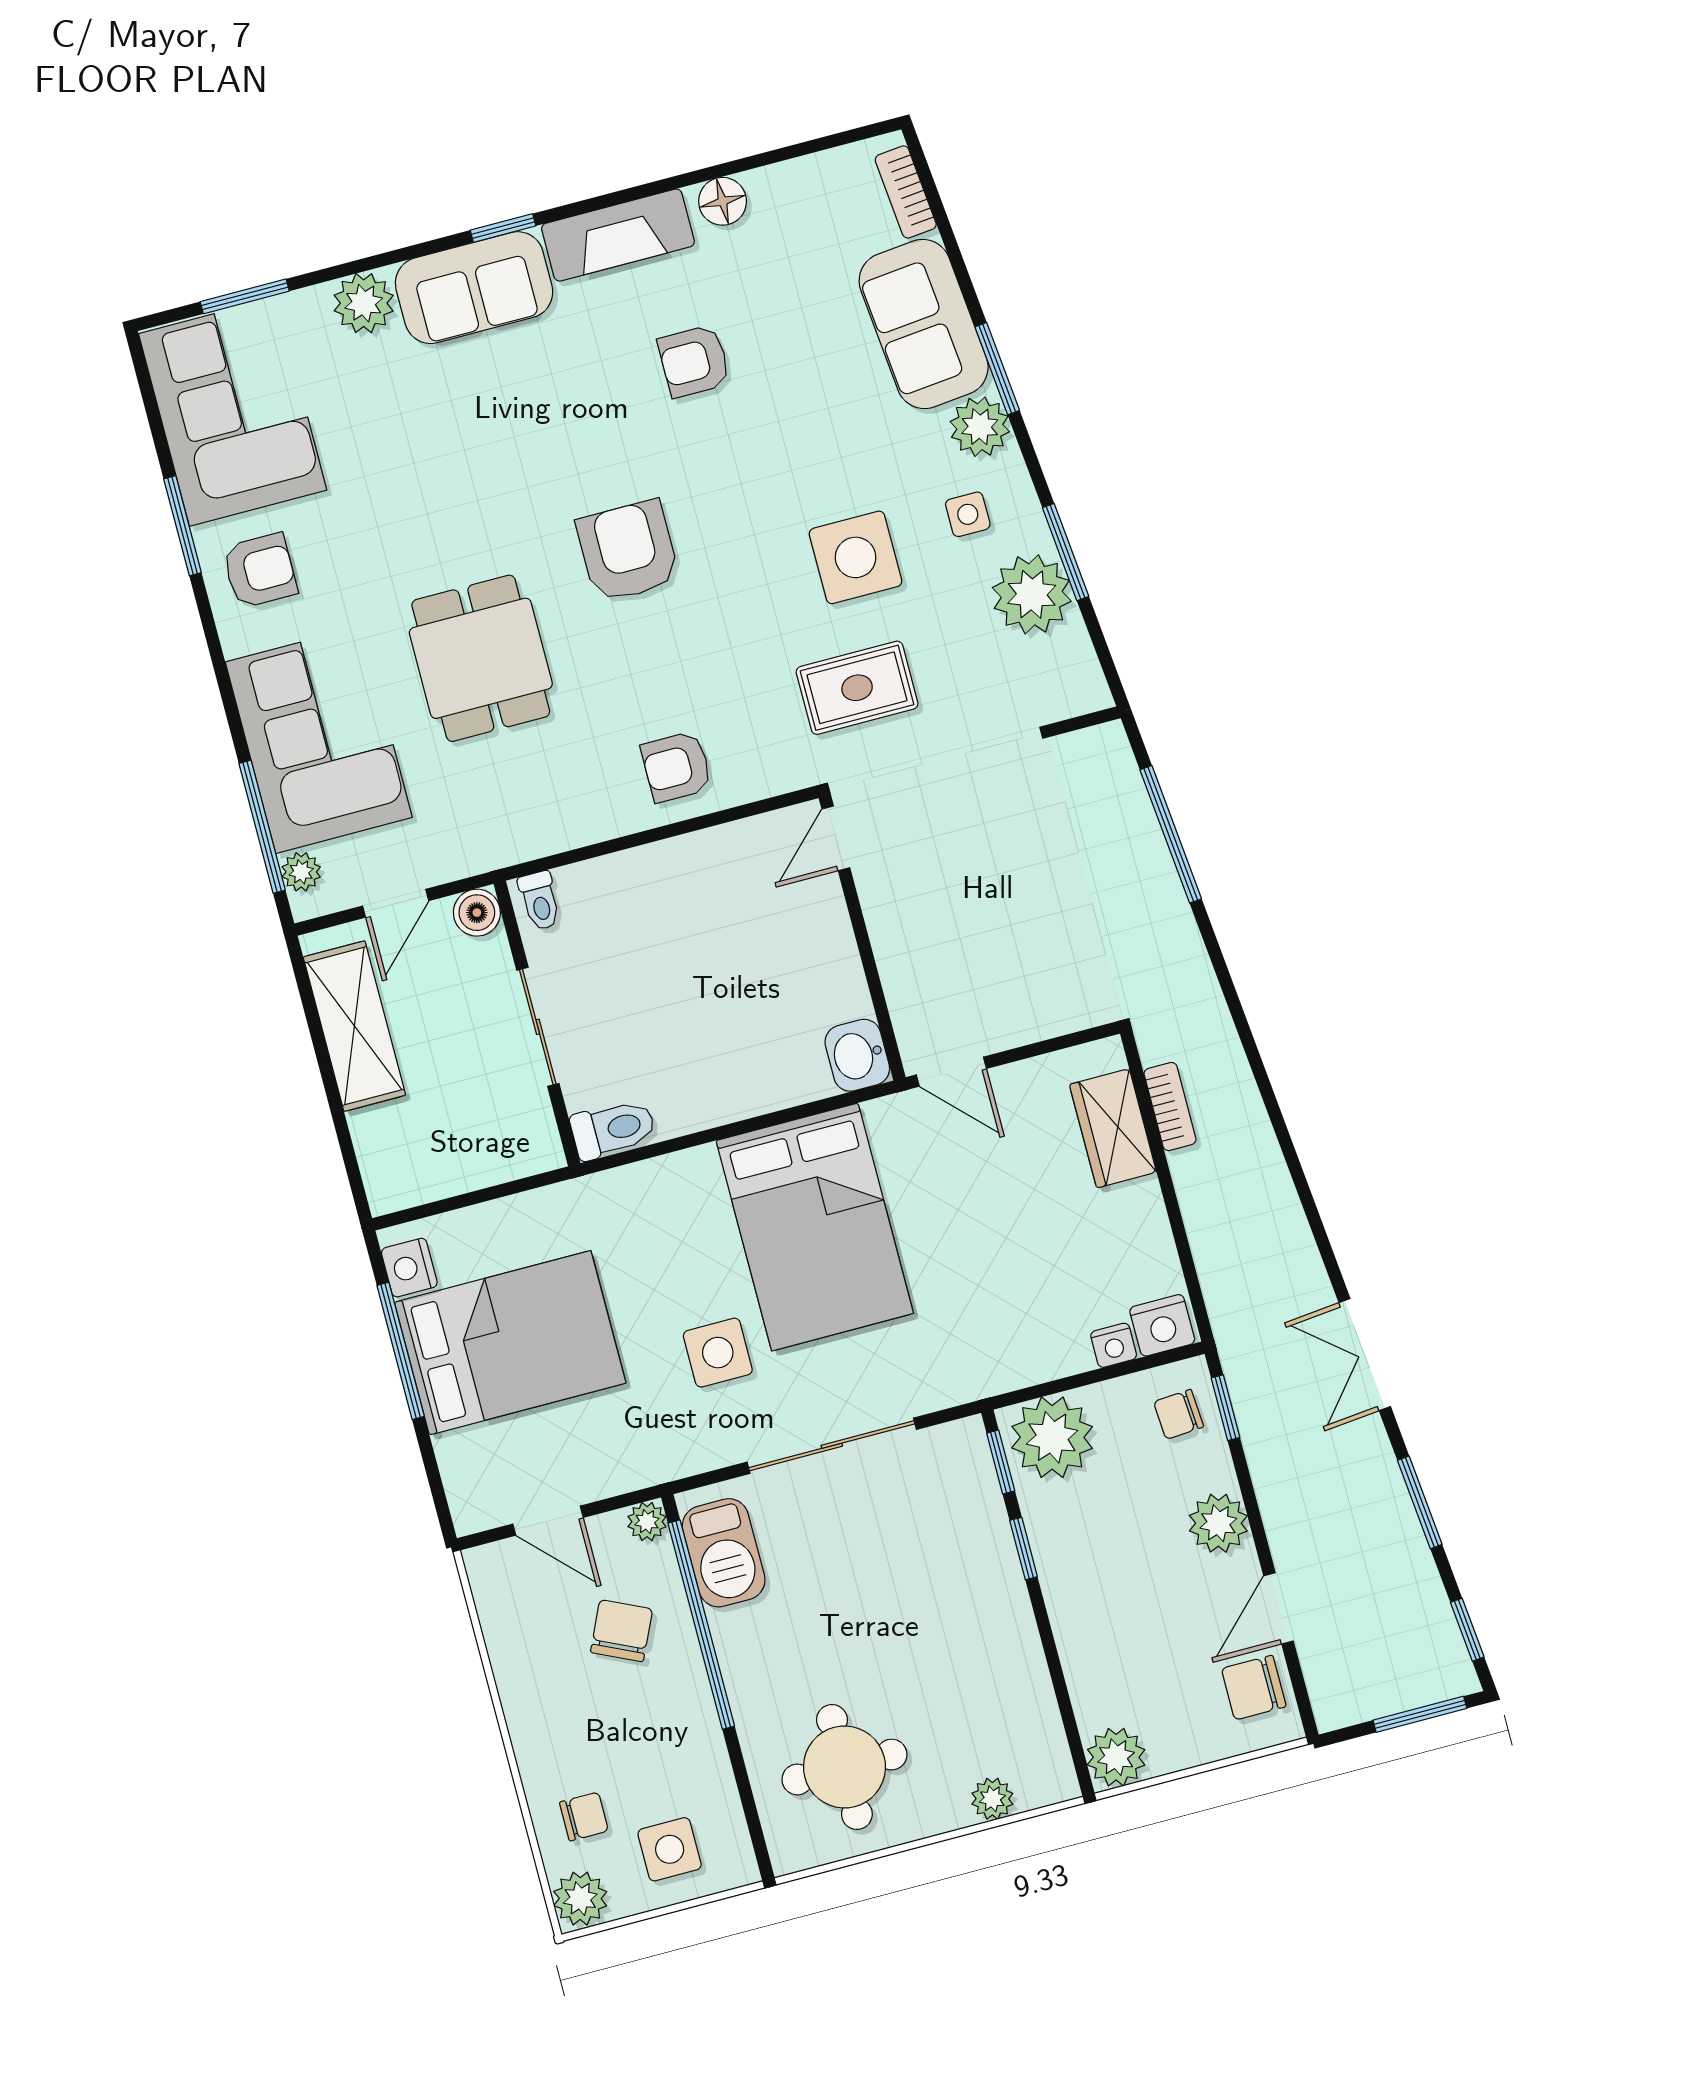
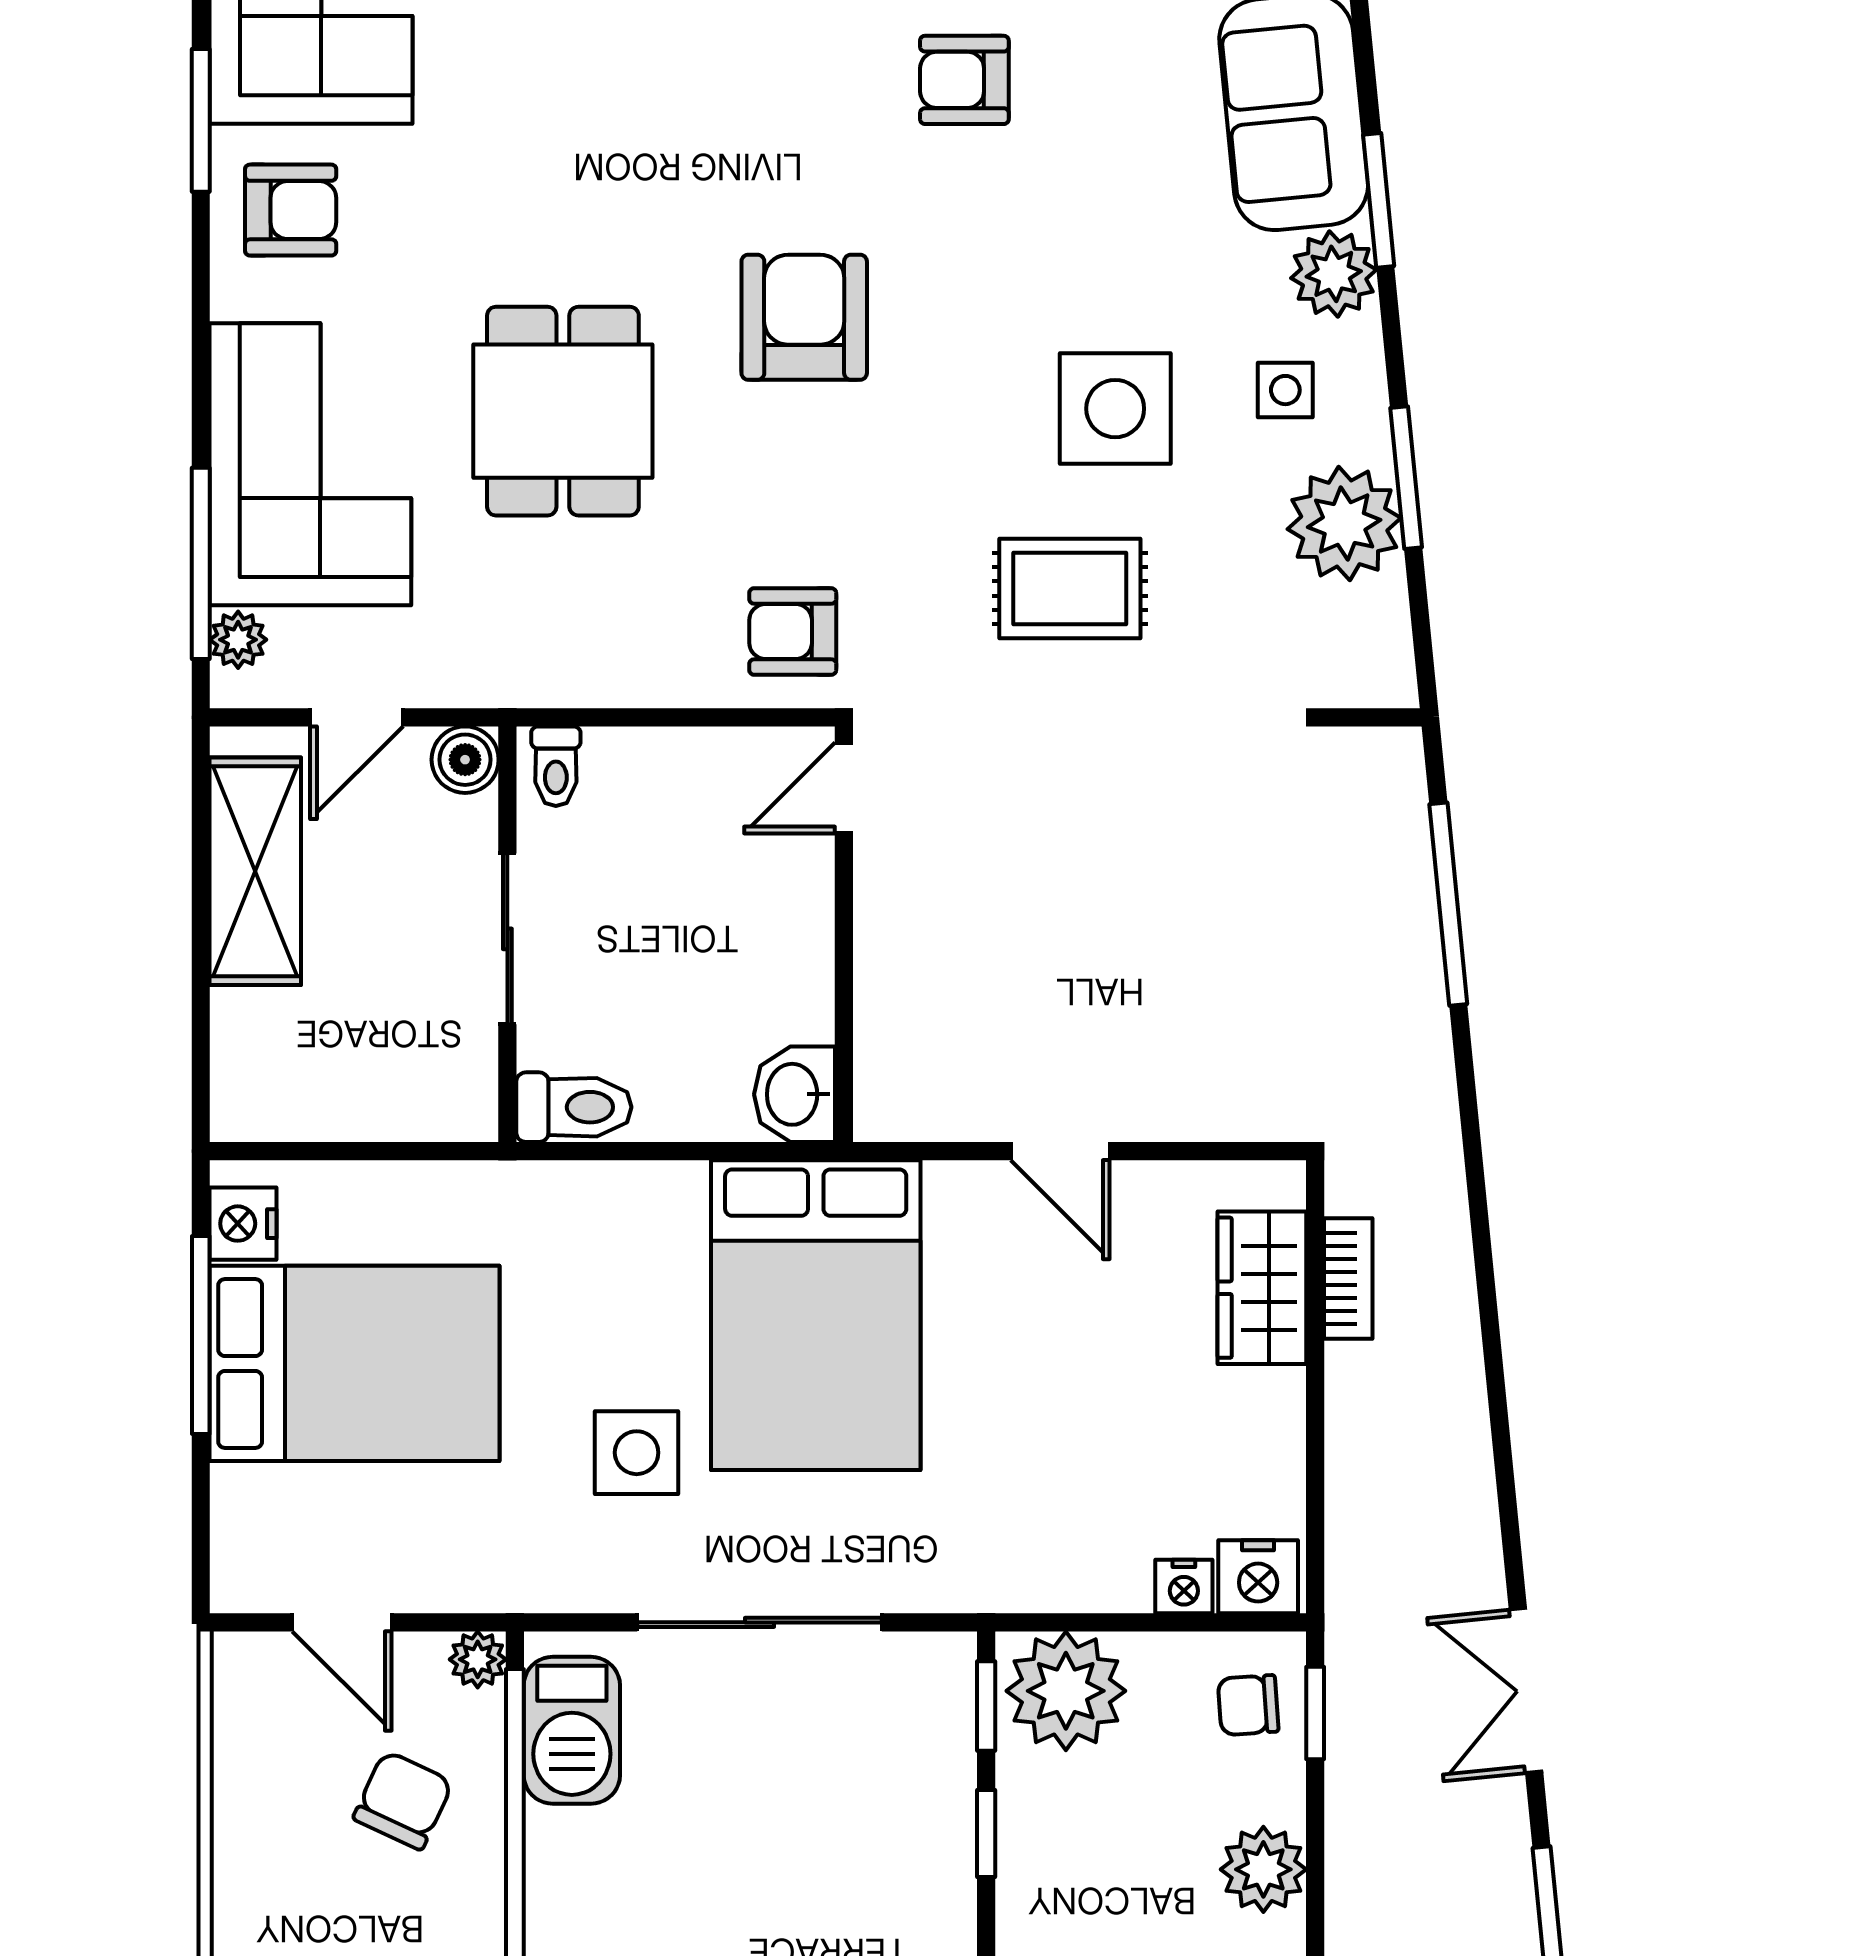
door: (836, 838) -> (844, 788), moved
wall: (862, 938) -> (844, 934), moved
washbasin: (857, 1055) -> (795, 1094), moved

